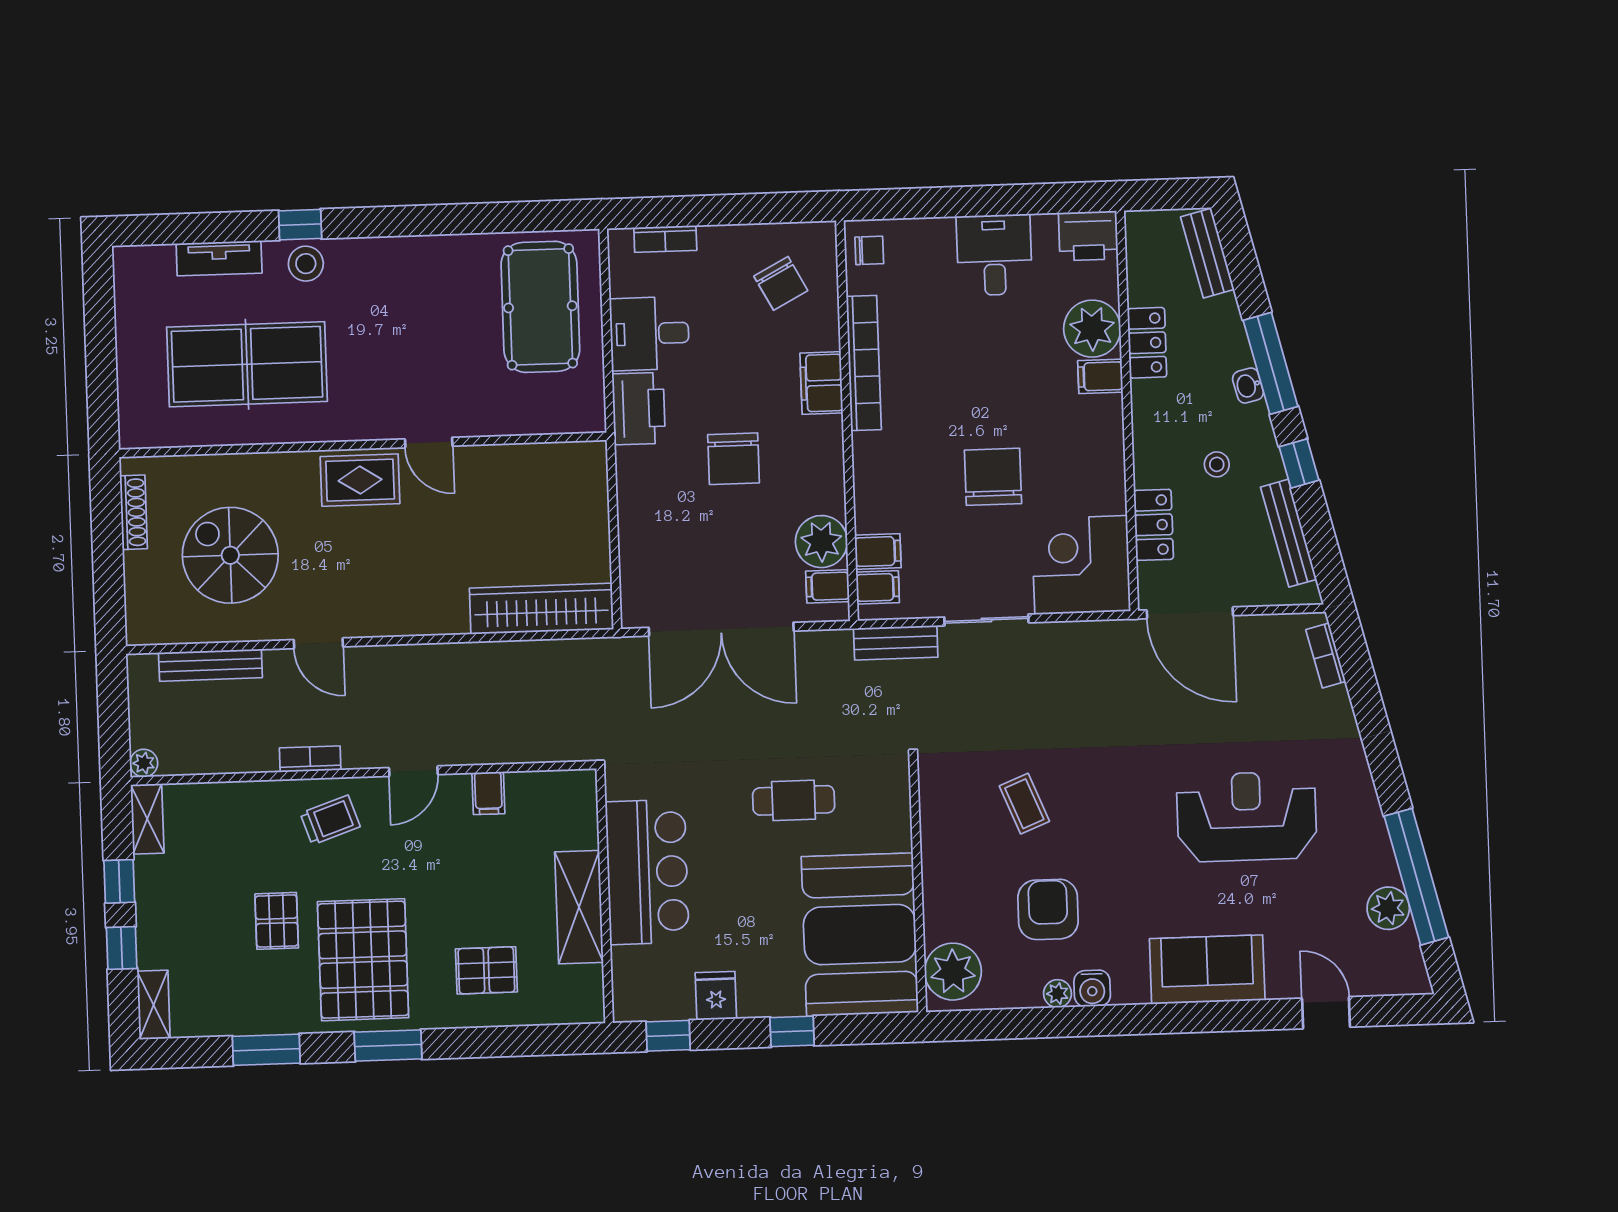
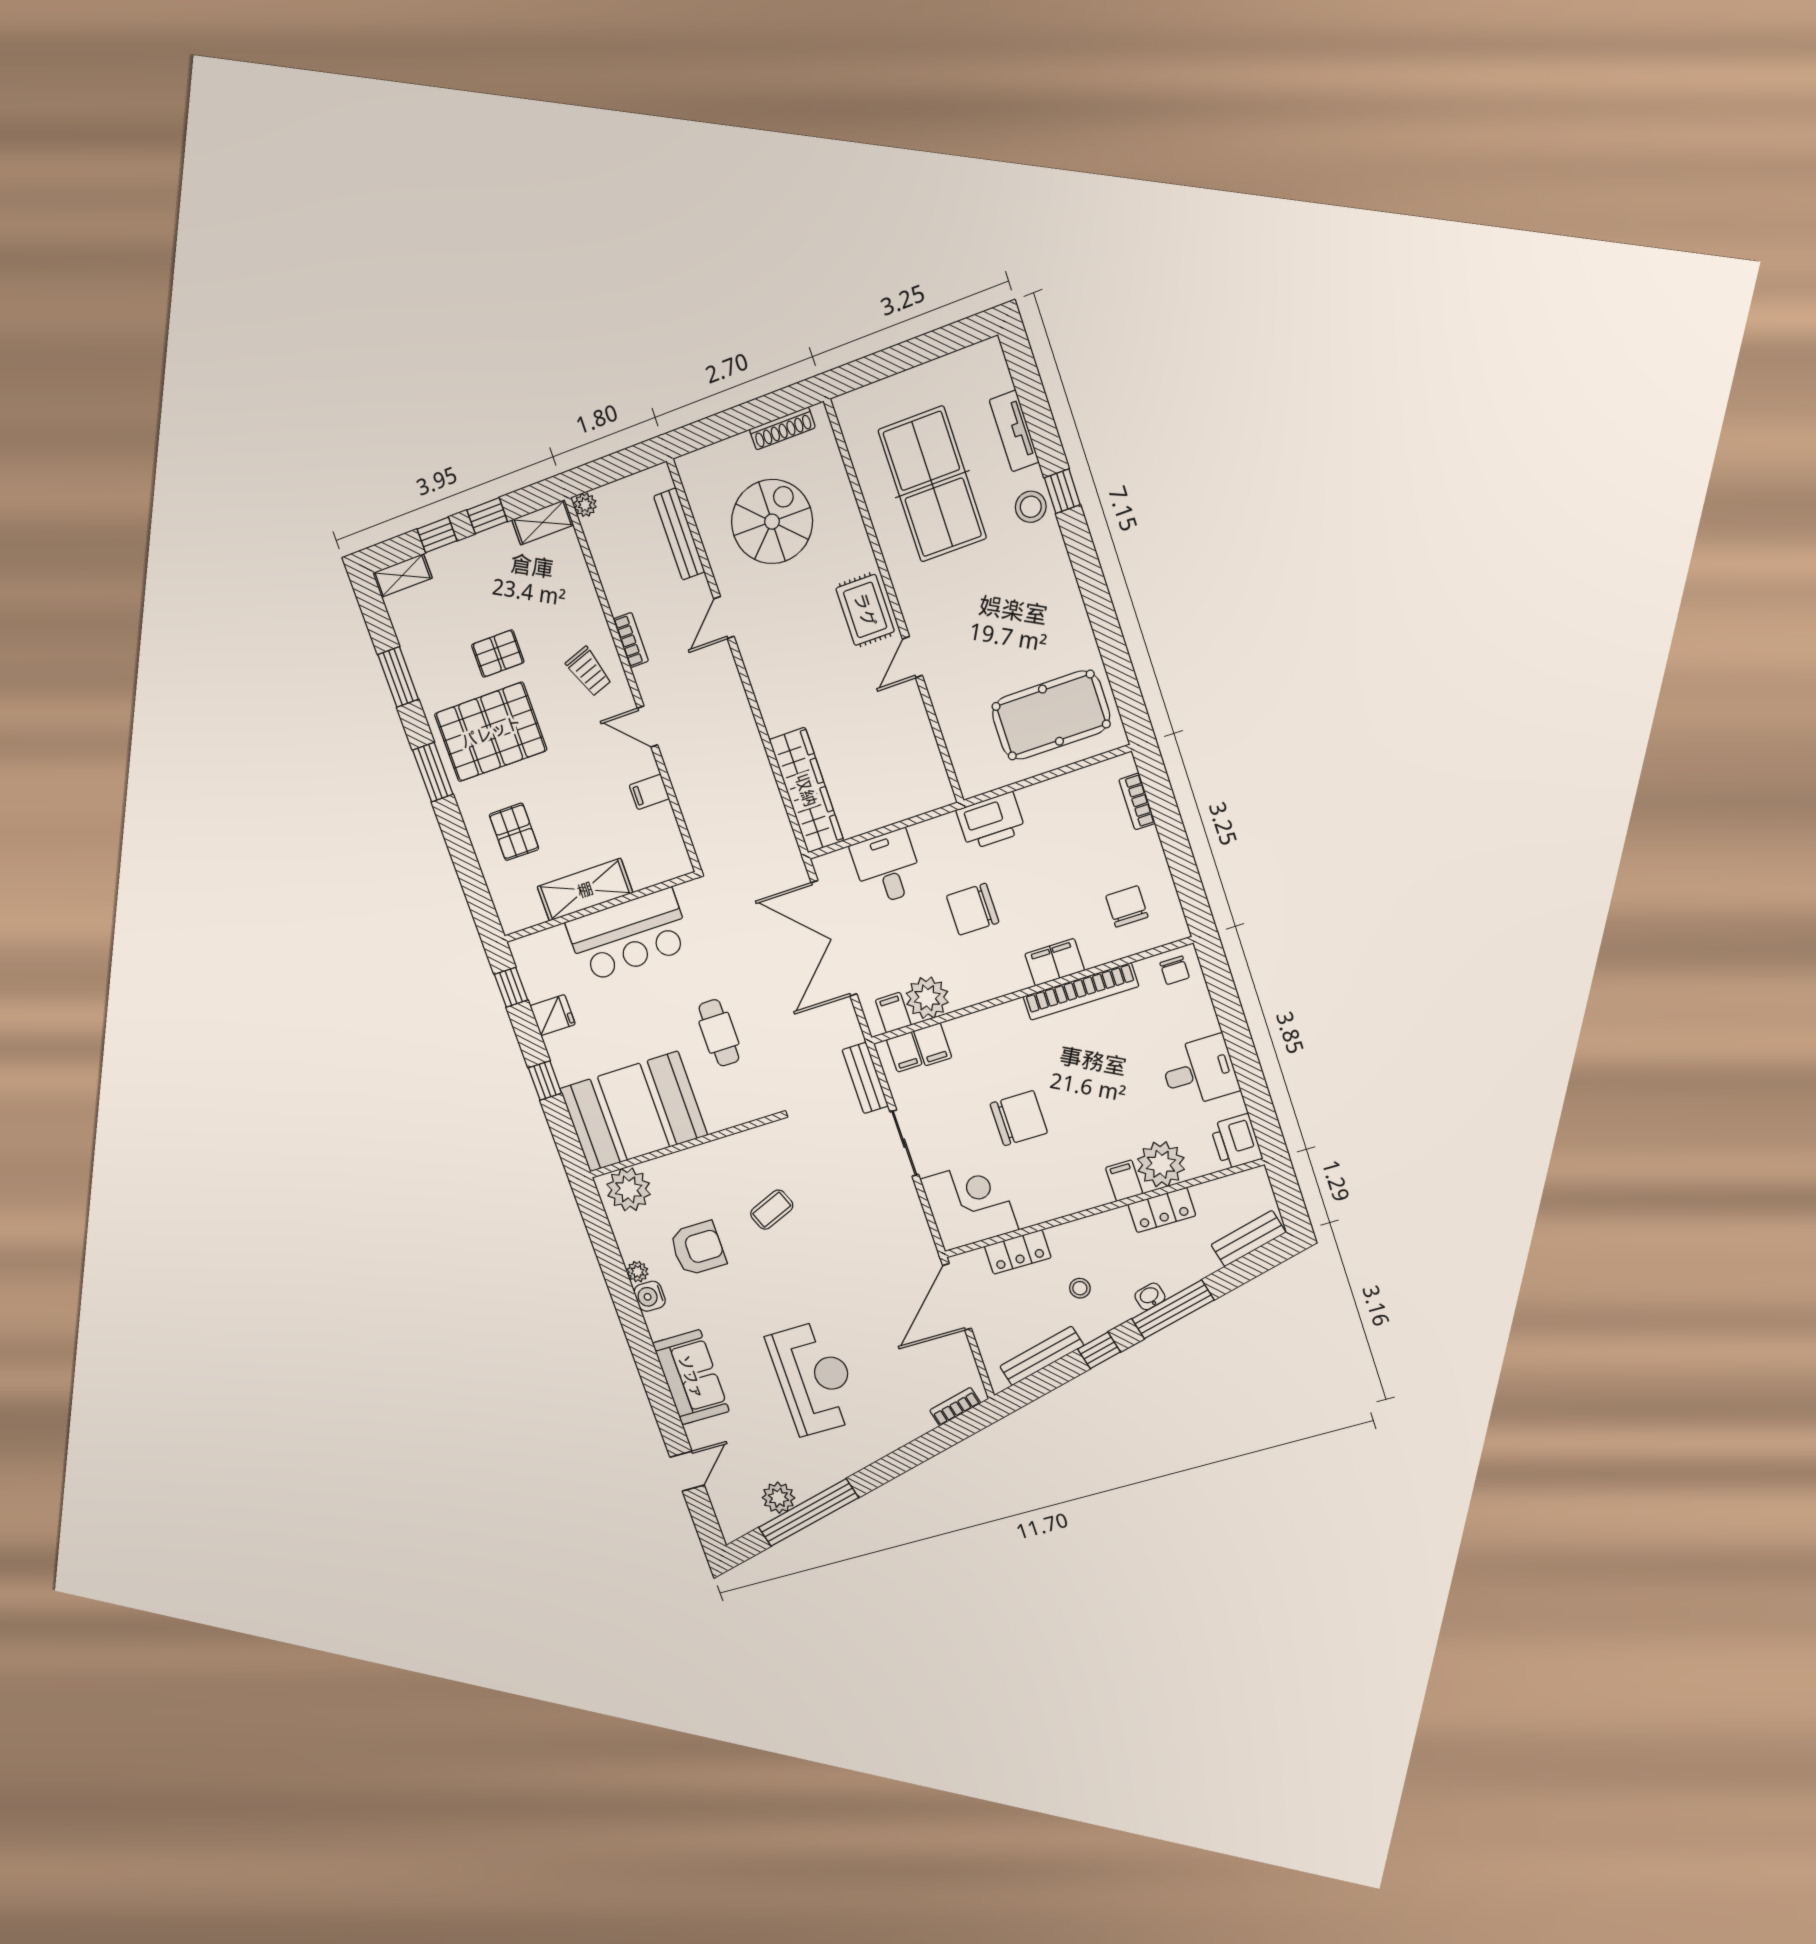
chair: (781, 283) -> (1127, 906), turned 118
desk: (650, 334) -> (887, 867), moved

